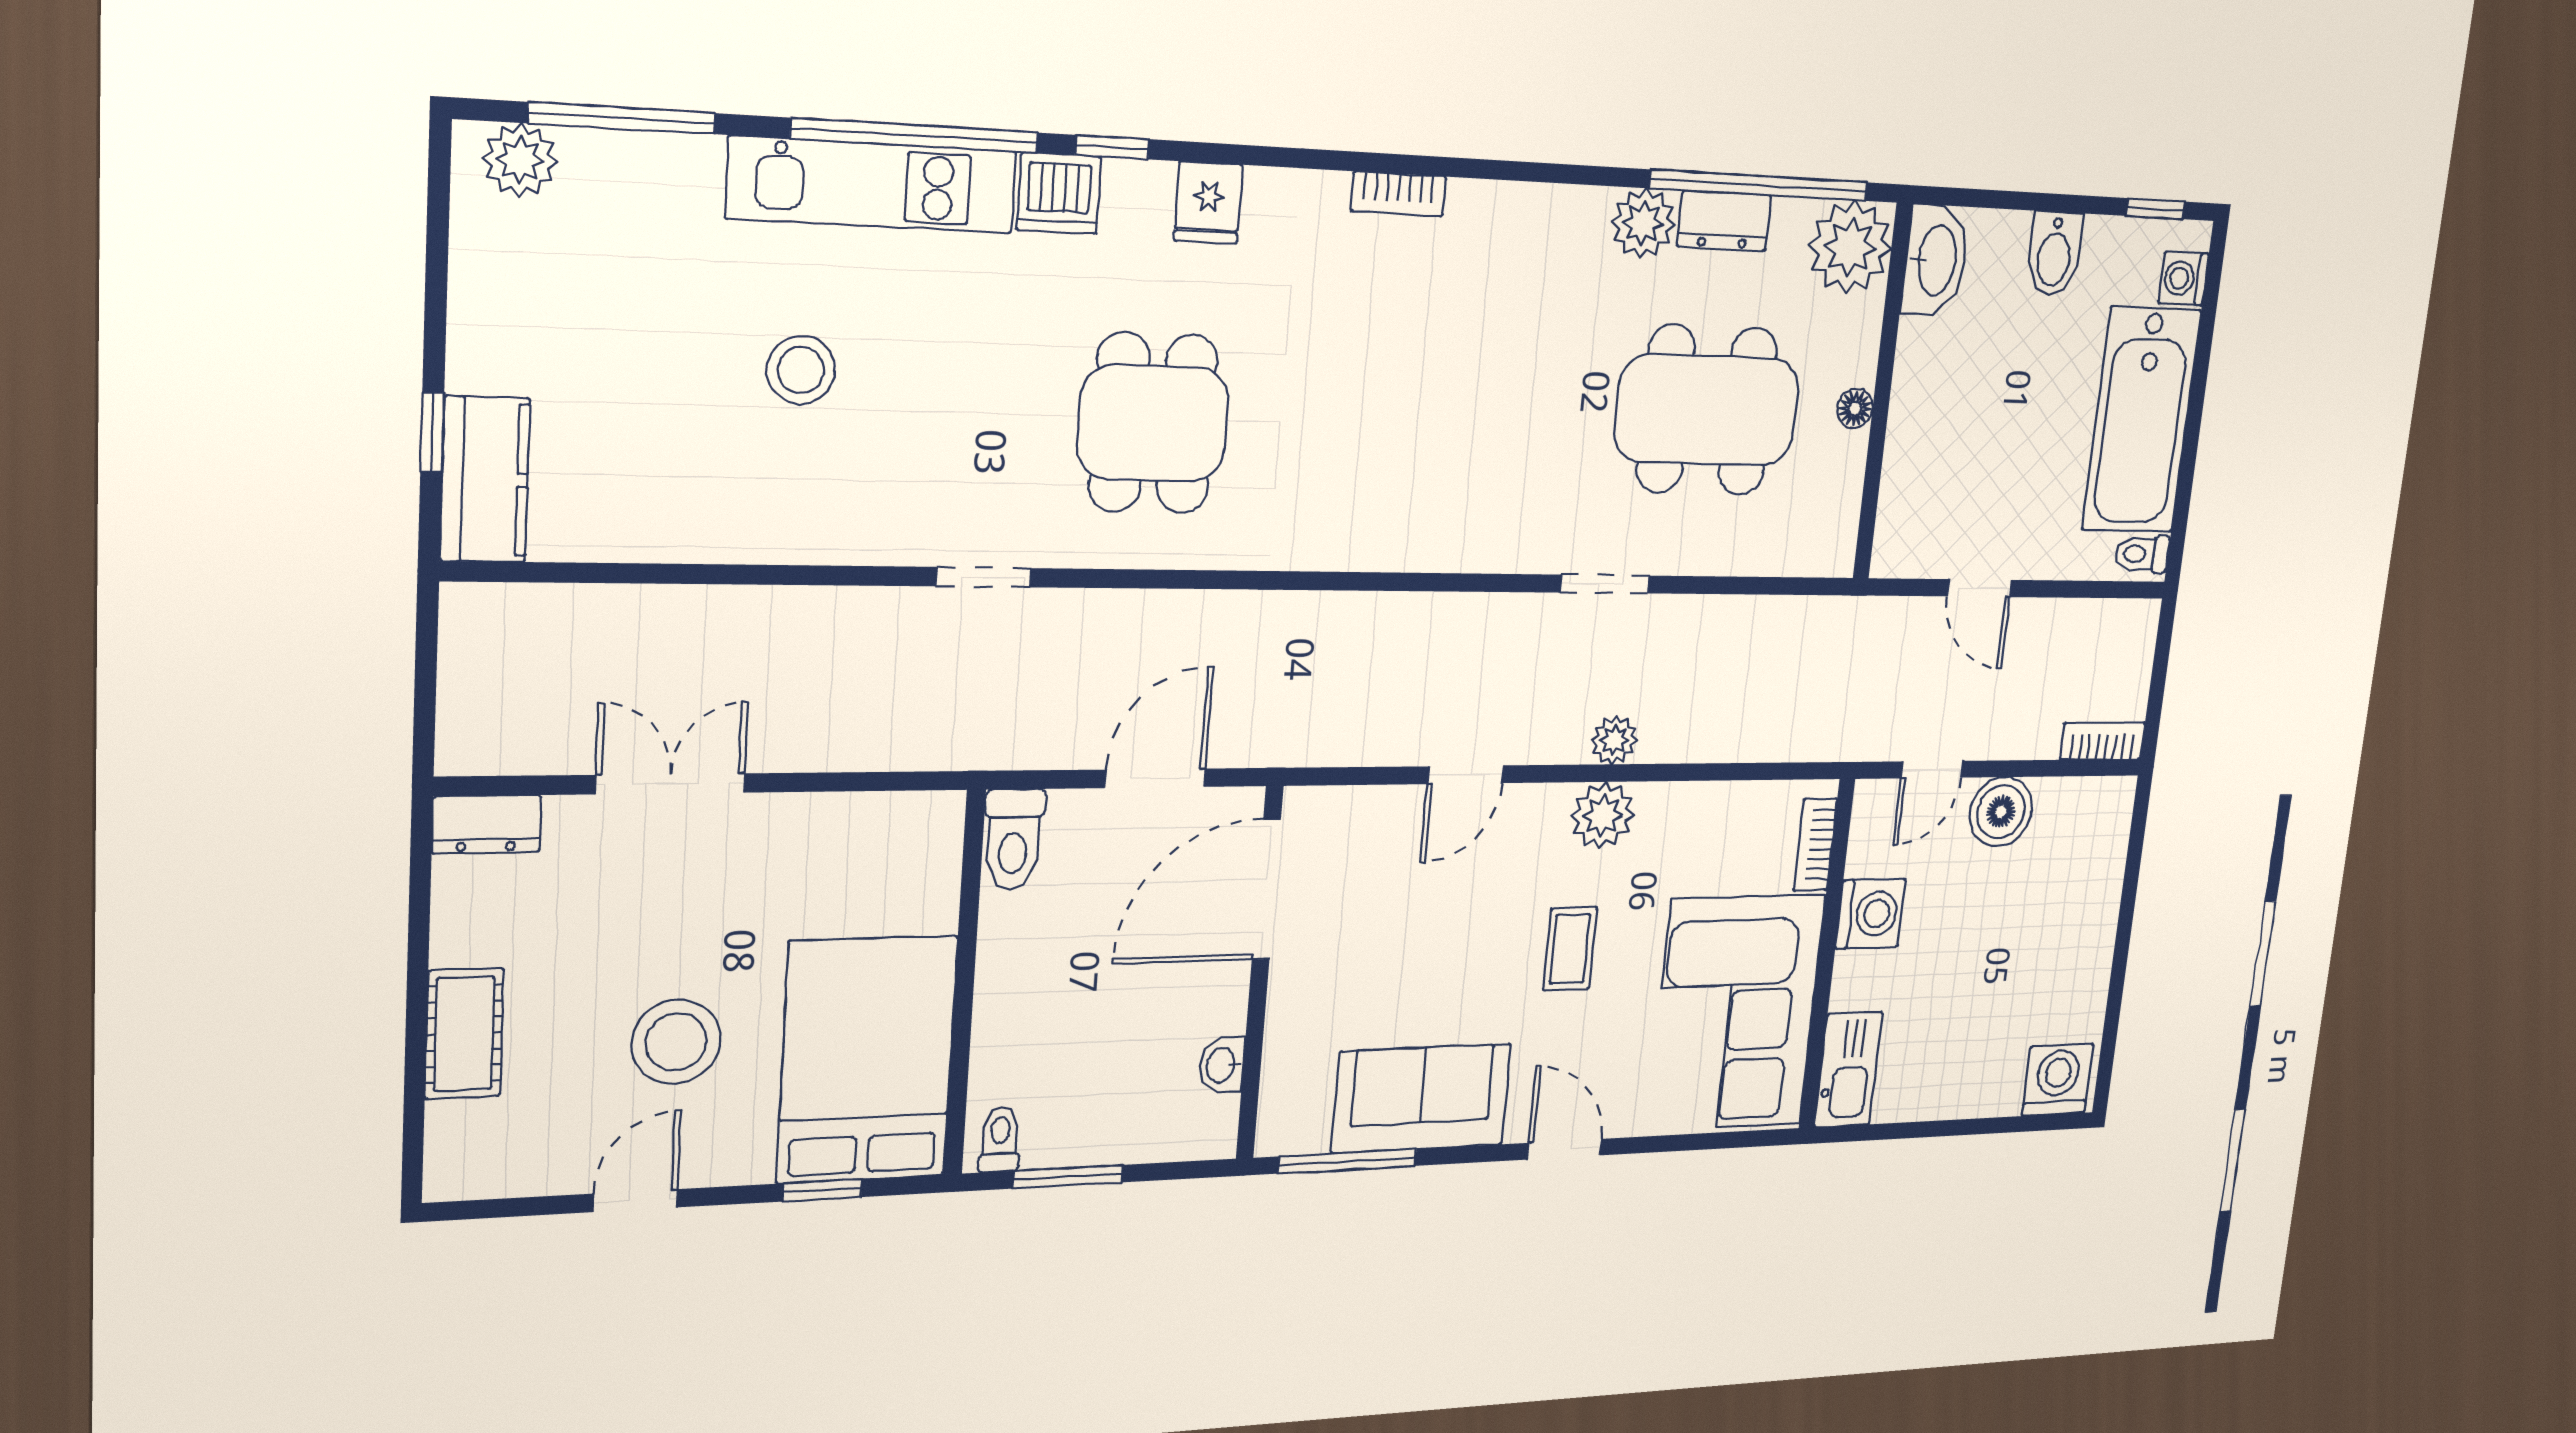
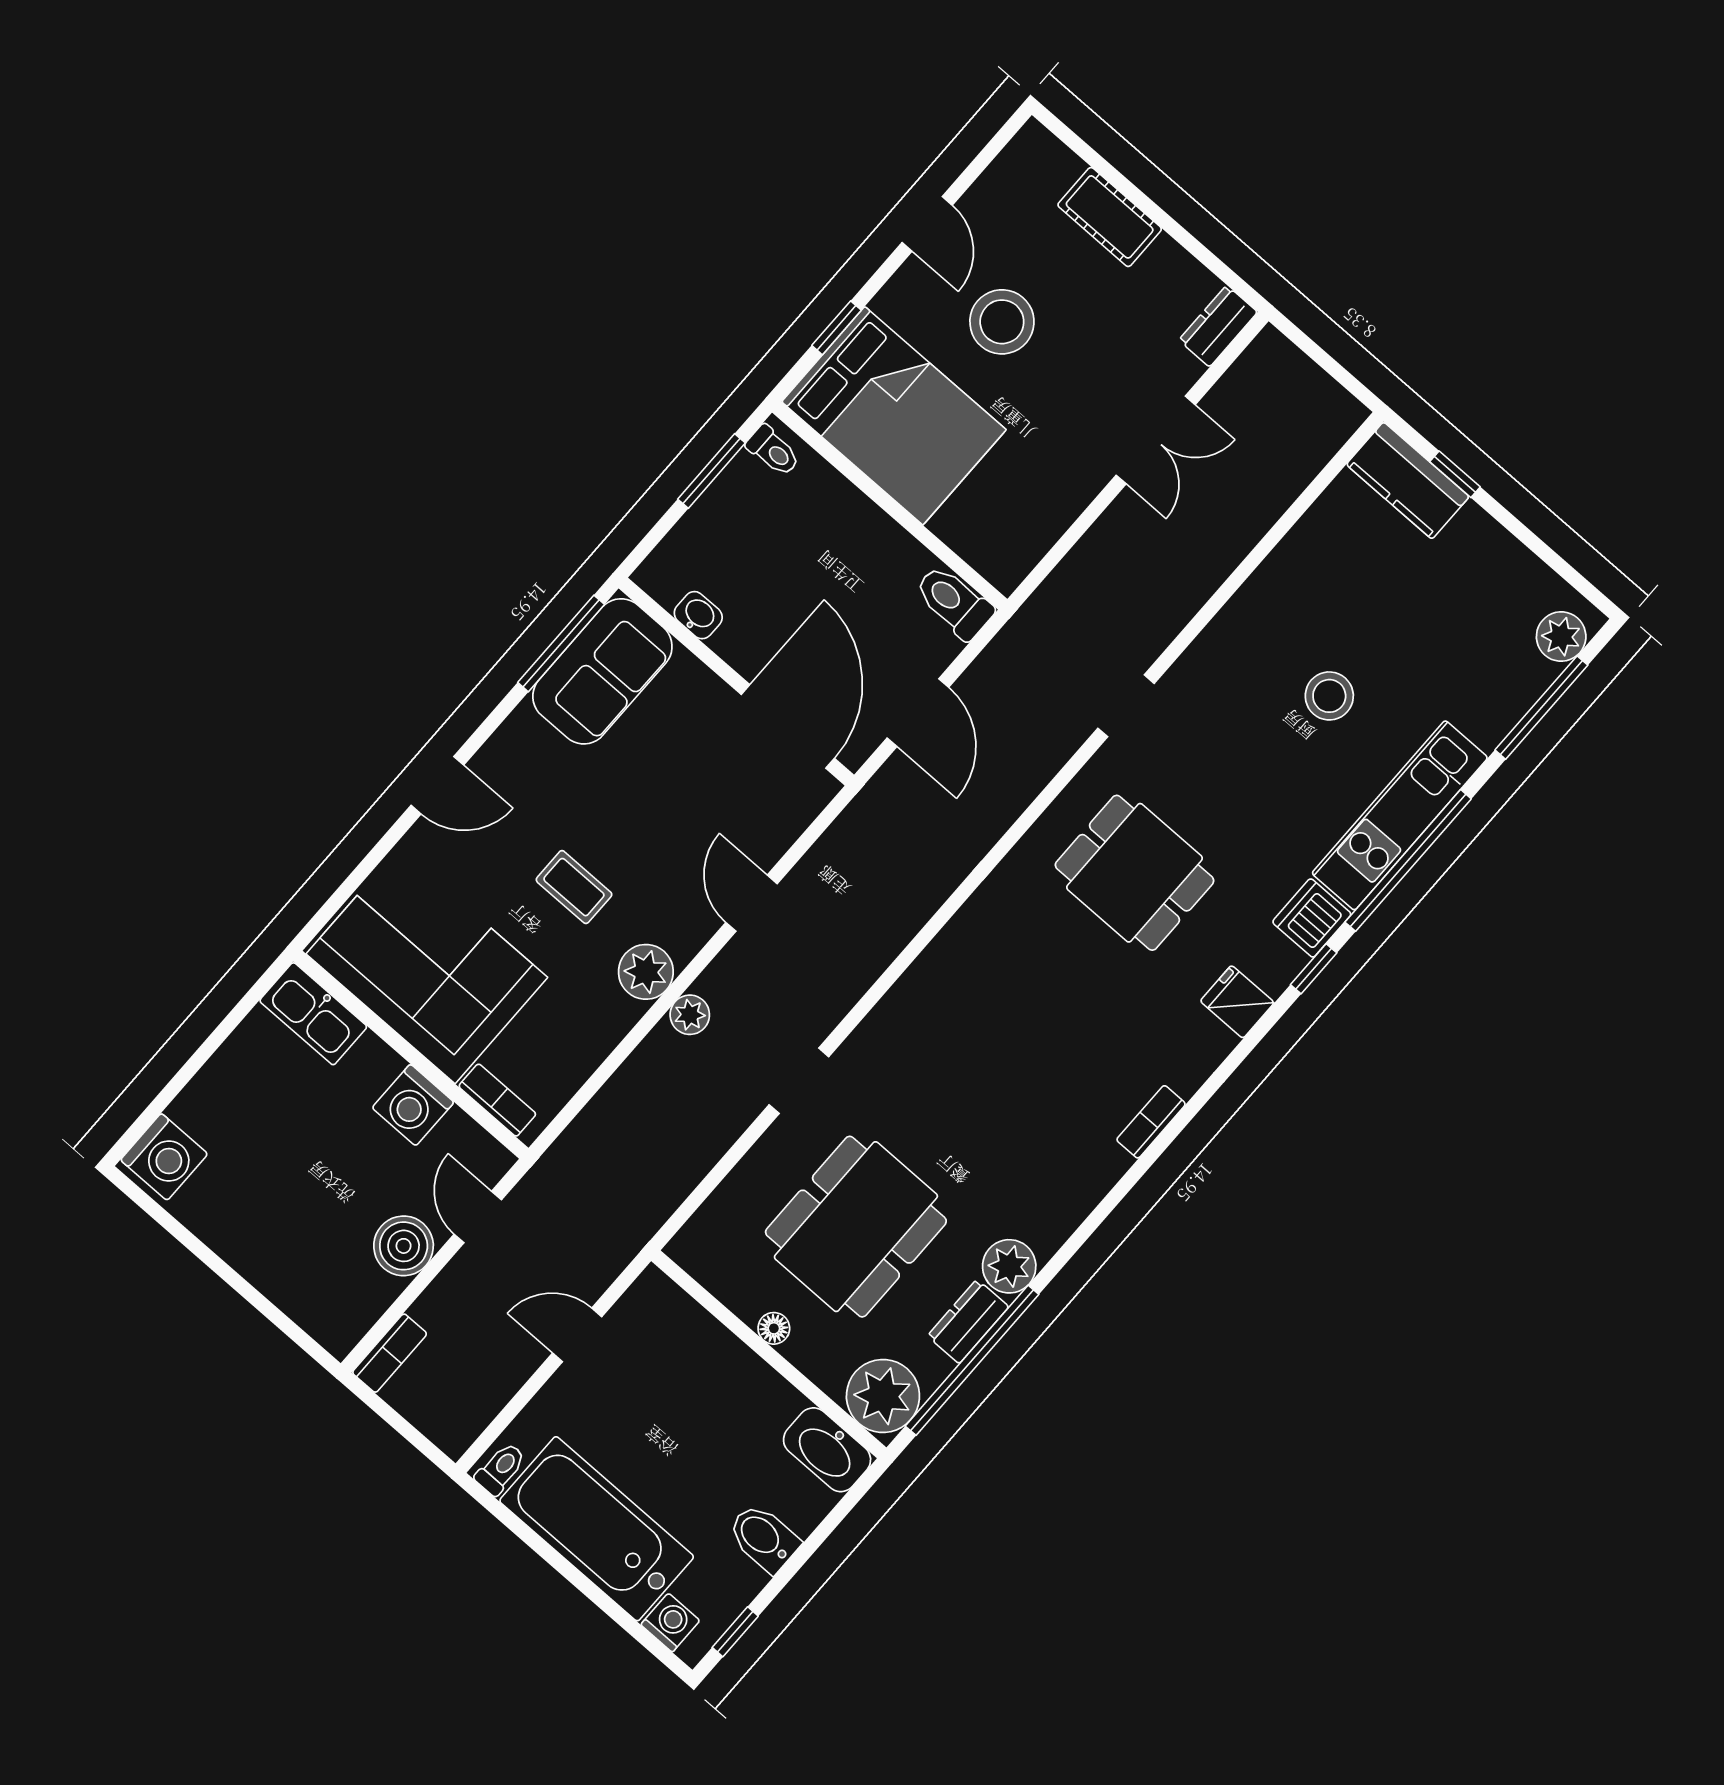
sofa: (1421, 1098) -> (602, 671), moved

